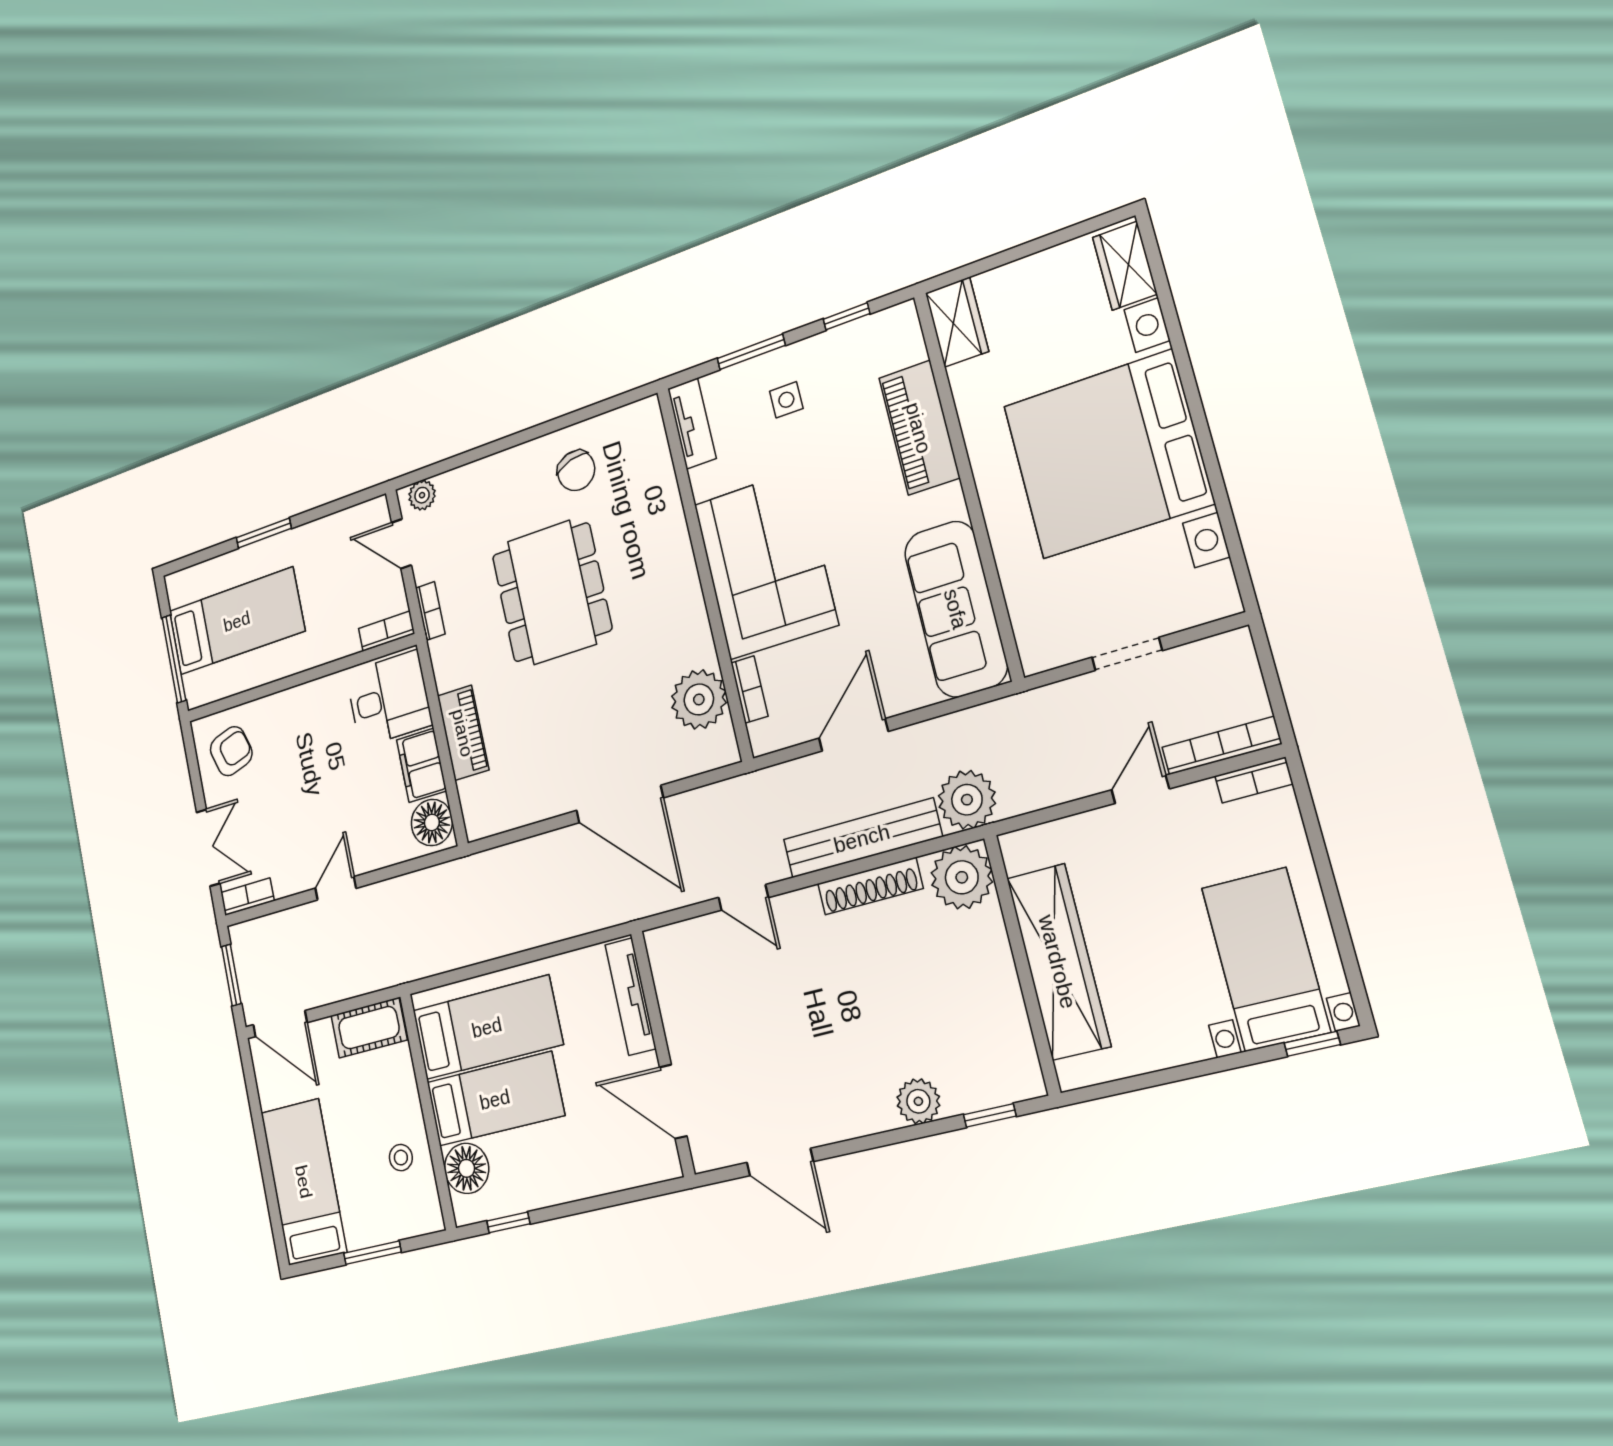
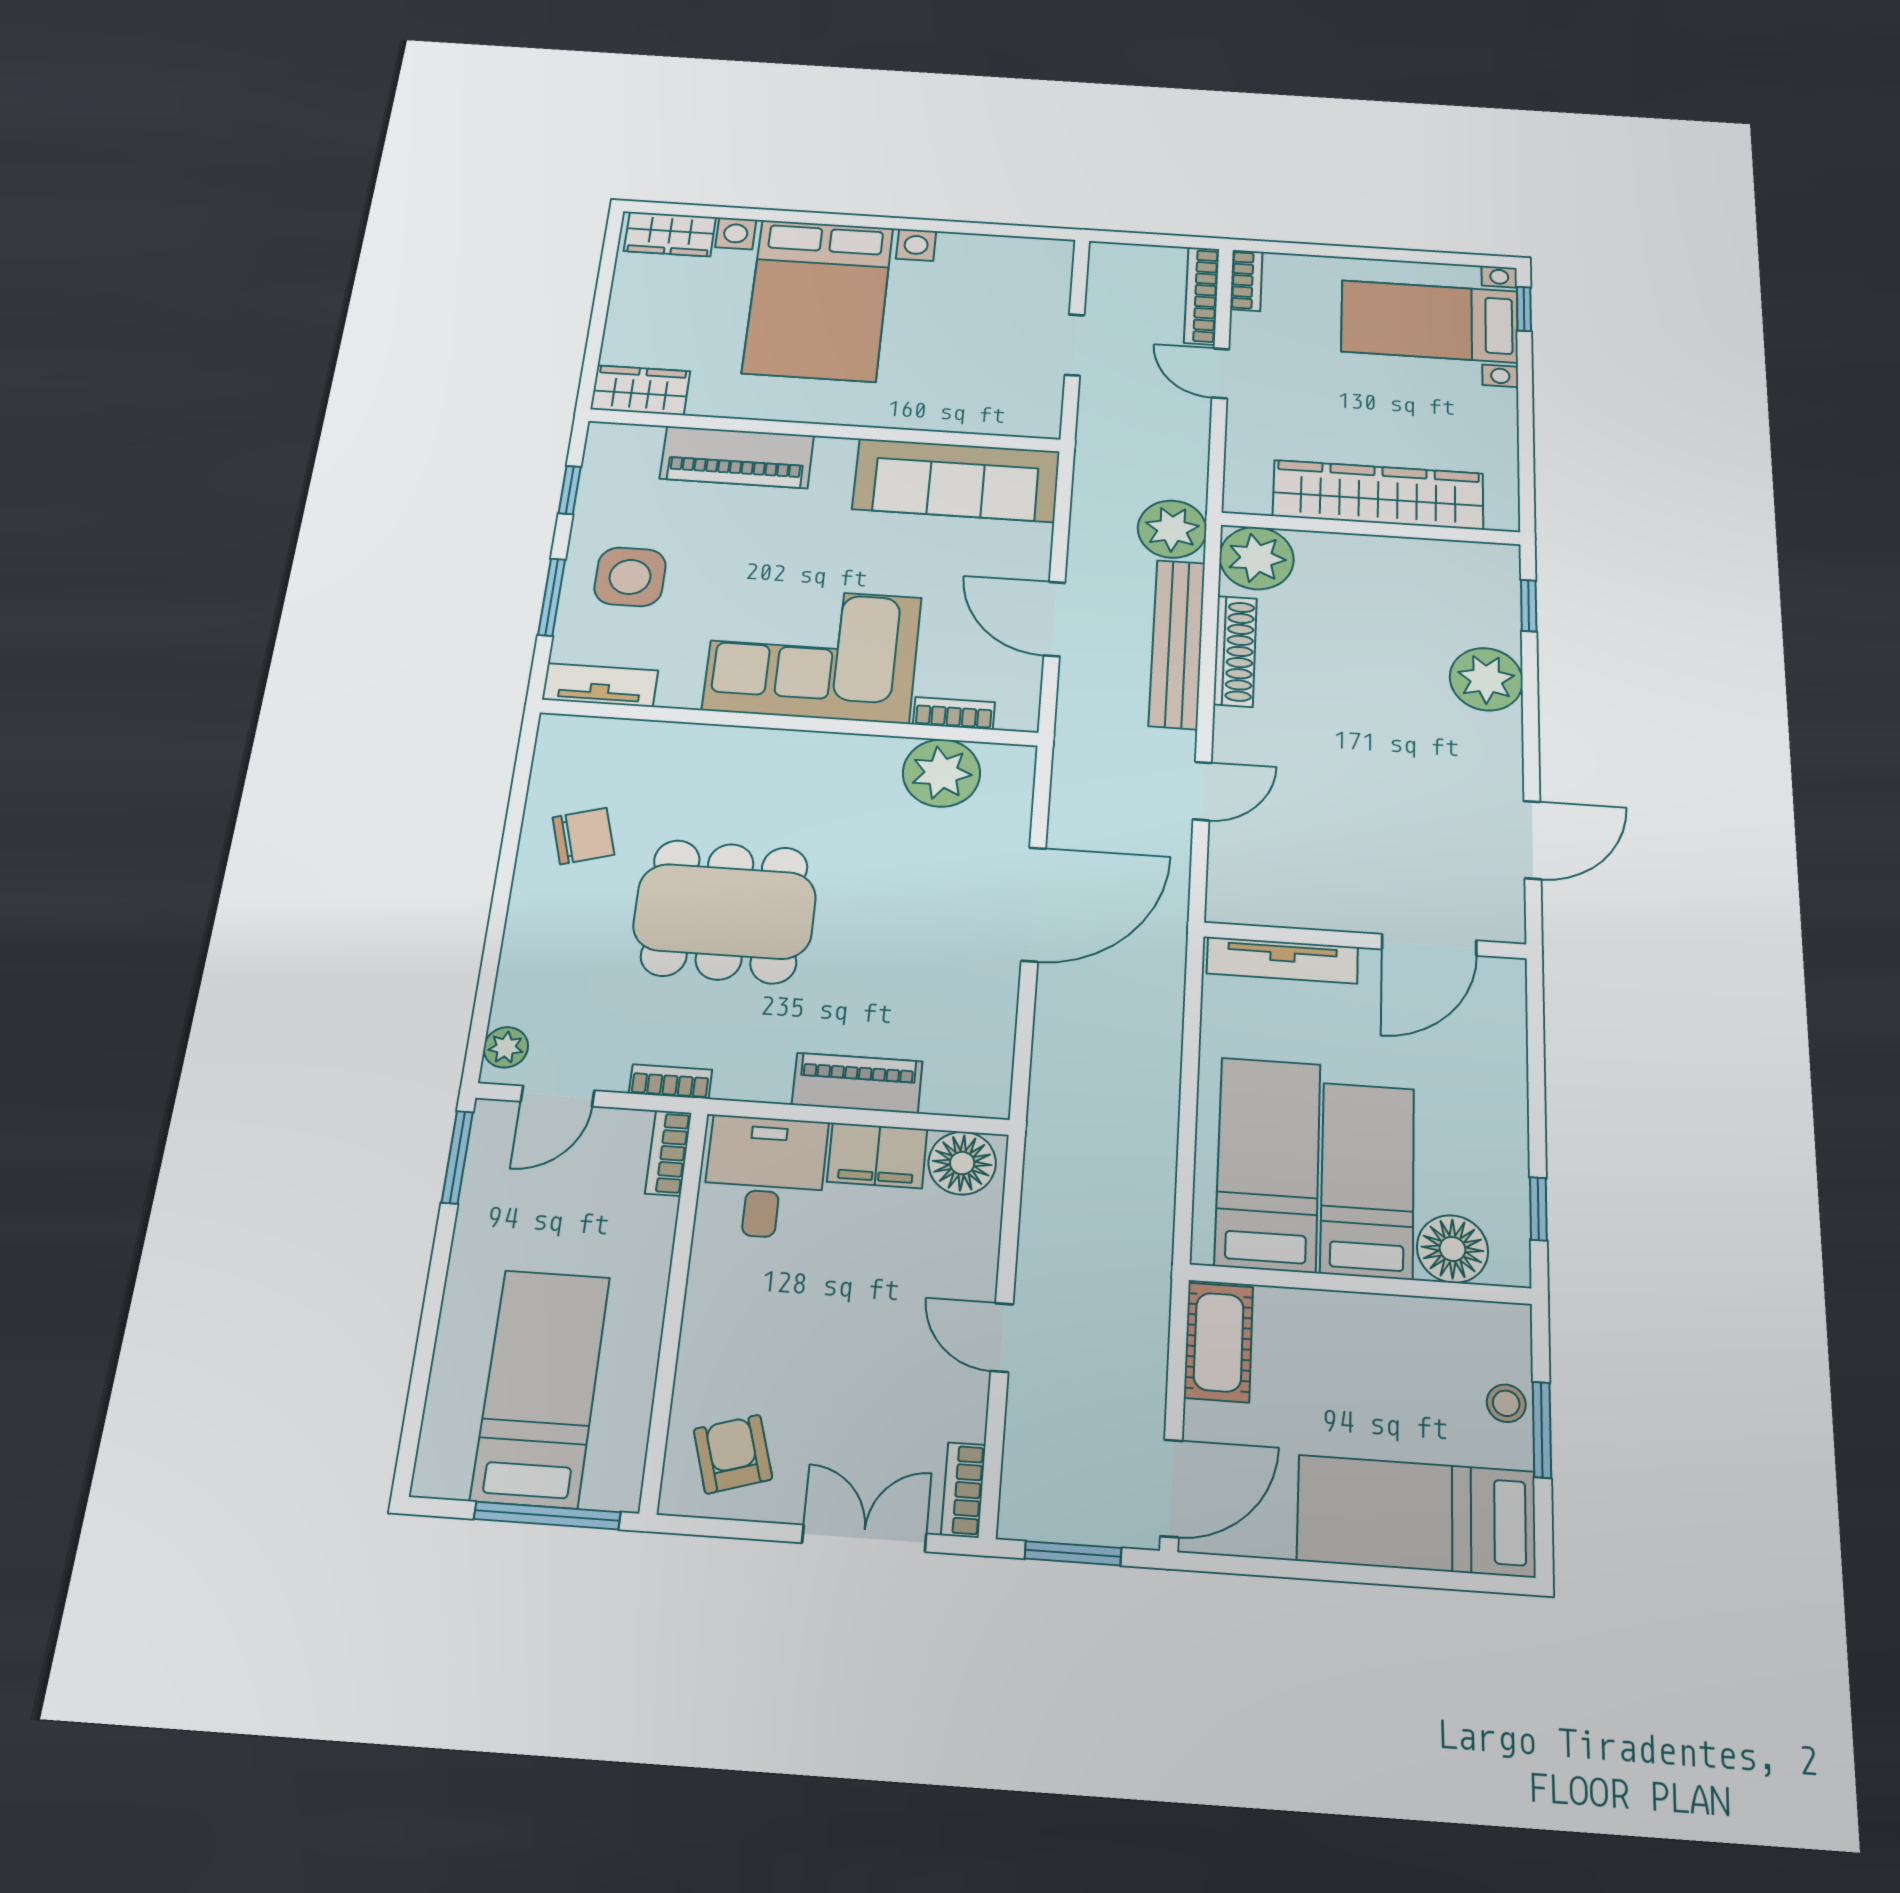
side table: (786, 400) -> (630, 577), width x1.87, depth x1.87
bed with nightstands: (1108, 454) -> (818, 300), width x0.73
window: (264, 533) -> (457, 1157), moved
plant: (918, 1101) -> (1486, 679), width x1.36, depth x1.36
stool: (401, 1158) -> (1506, 1403), moved

